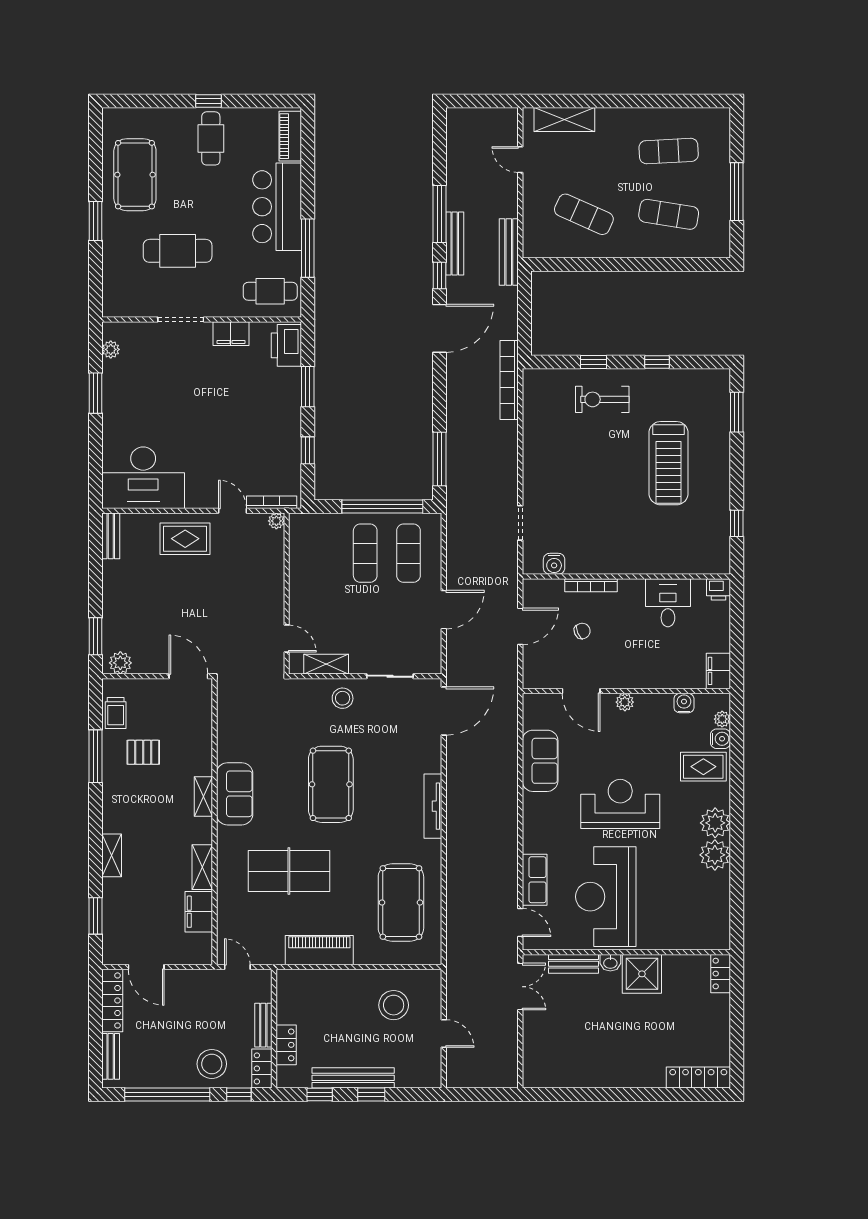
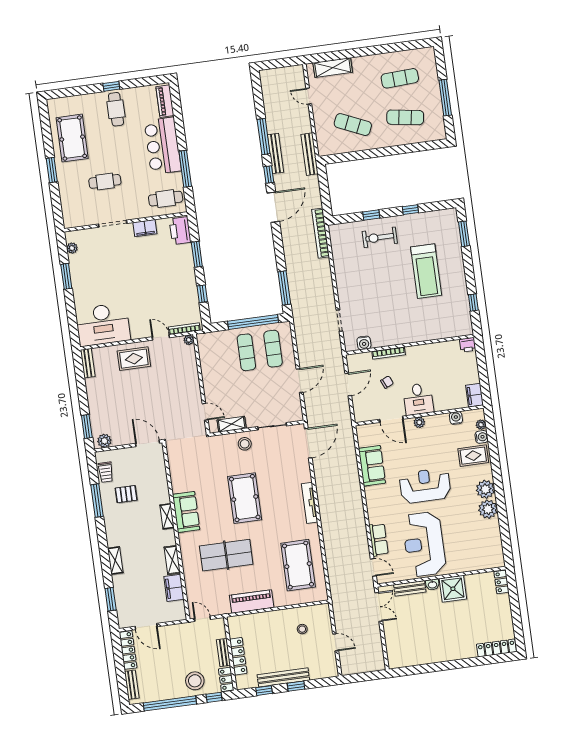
cafe table: (178, 251) -> (105, 181), width x0.73, depth x0.74
desk: (668, 603) -> (418, 399), moved, turned 180
stool: (394, 1005) -> (302, 629), width x0.53, depth x0.53
locker: (286, 1045) -> (238, 656), width x1.53

